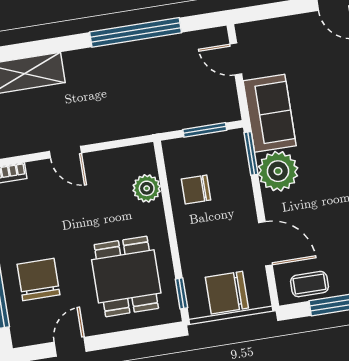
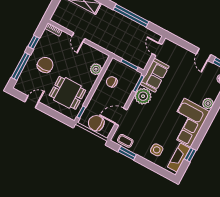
door: (265, 244) -> (121, 117), swing flipped
dining table: (126, 276) -> (67, 93), turned 90
chair: (38, 279) -> (45, 65), moved

